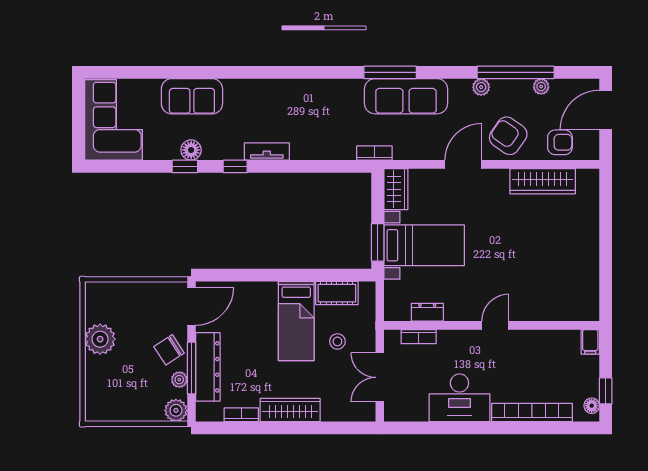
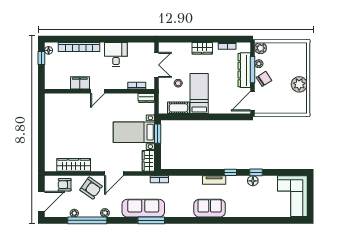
sofa: (192, 96) -> (210, 208), moved
dresser: (427, 312) -> (146, 98), moved
filing cabinet: (590, 342) -> (80, 83), moved, width x2.00
desk: (459, 398) -> (116, 54), width x0.73
wardrobe: (290, 410) -> (202, 48), width x0.67

